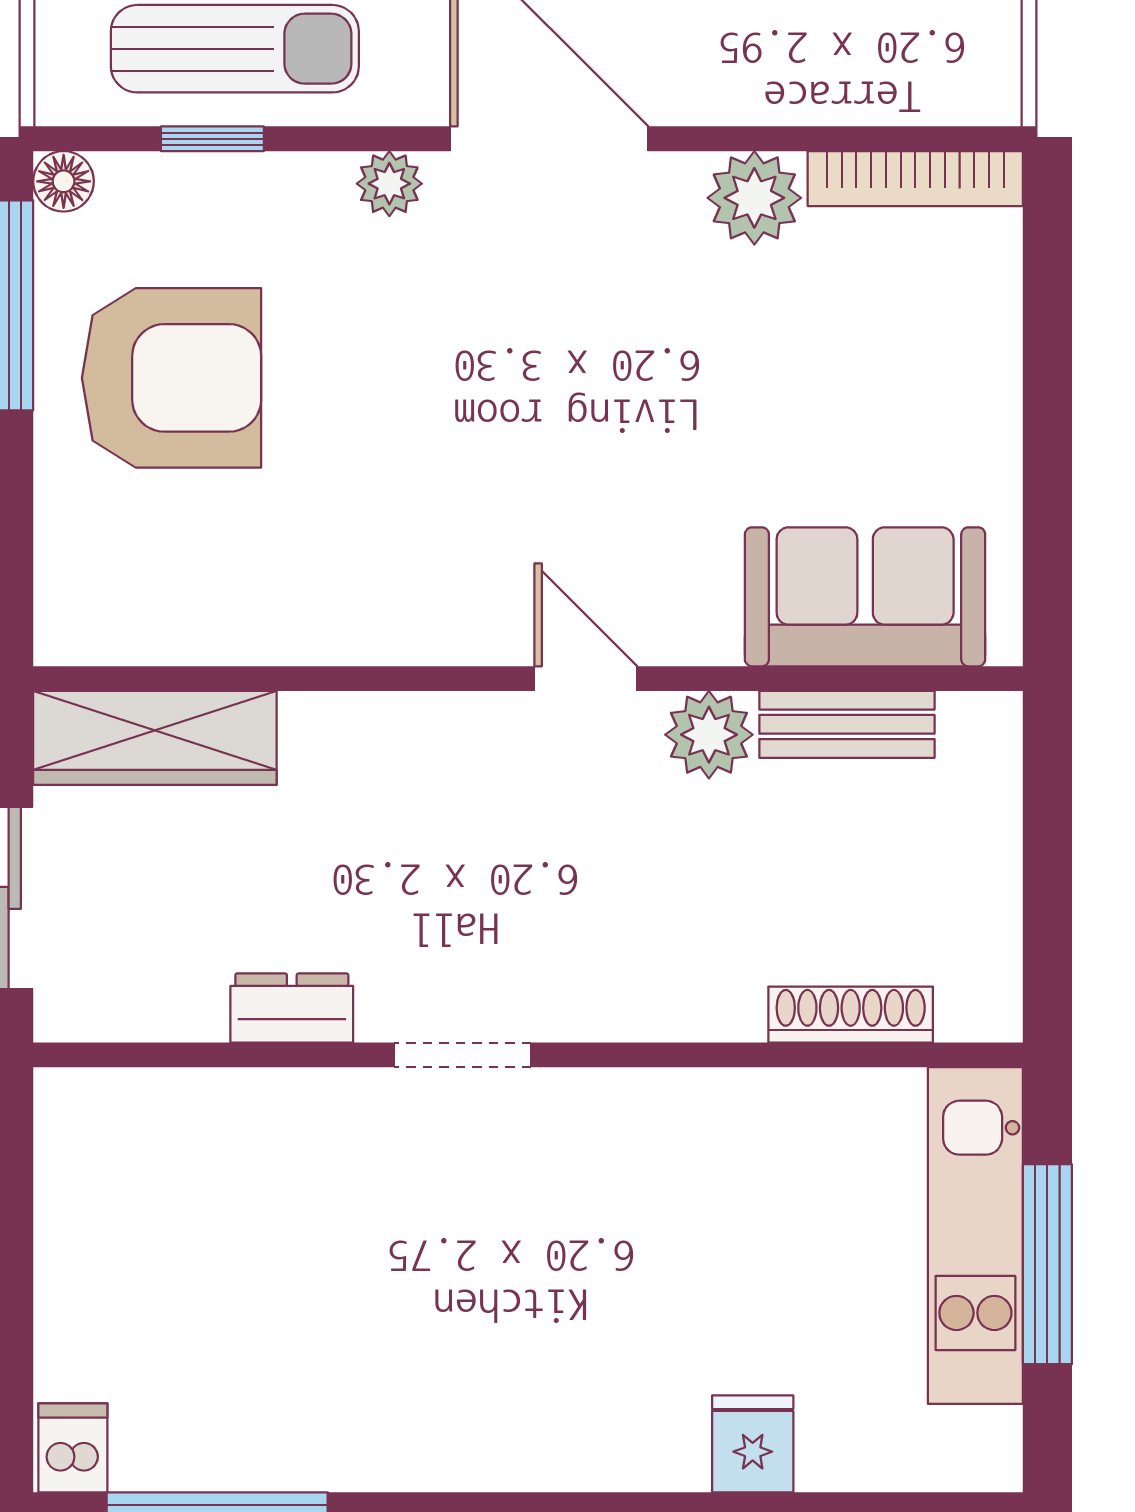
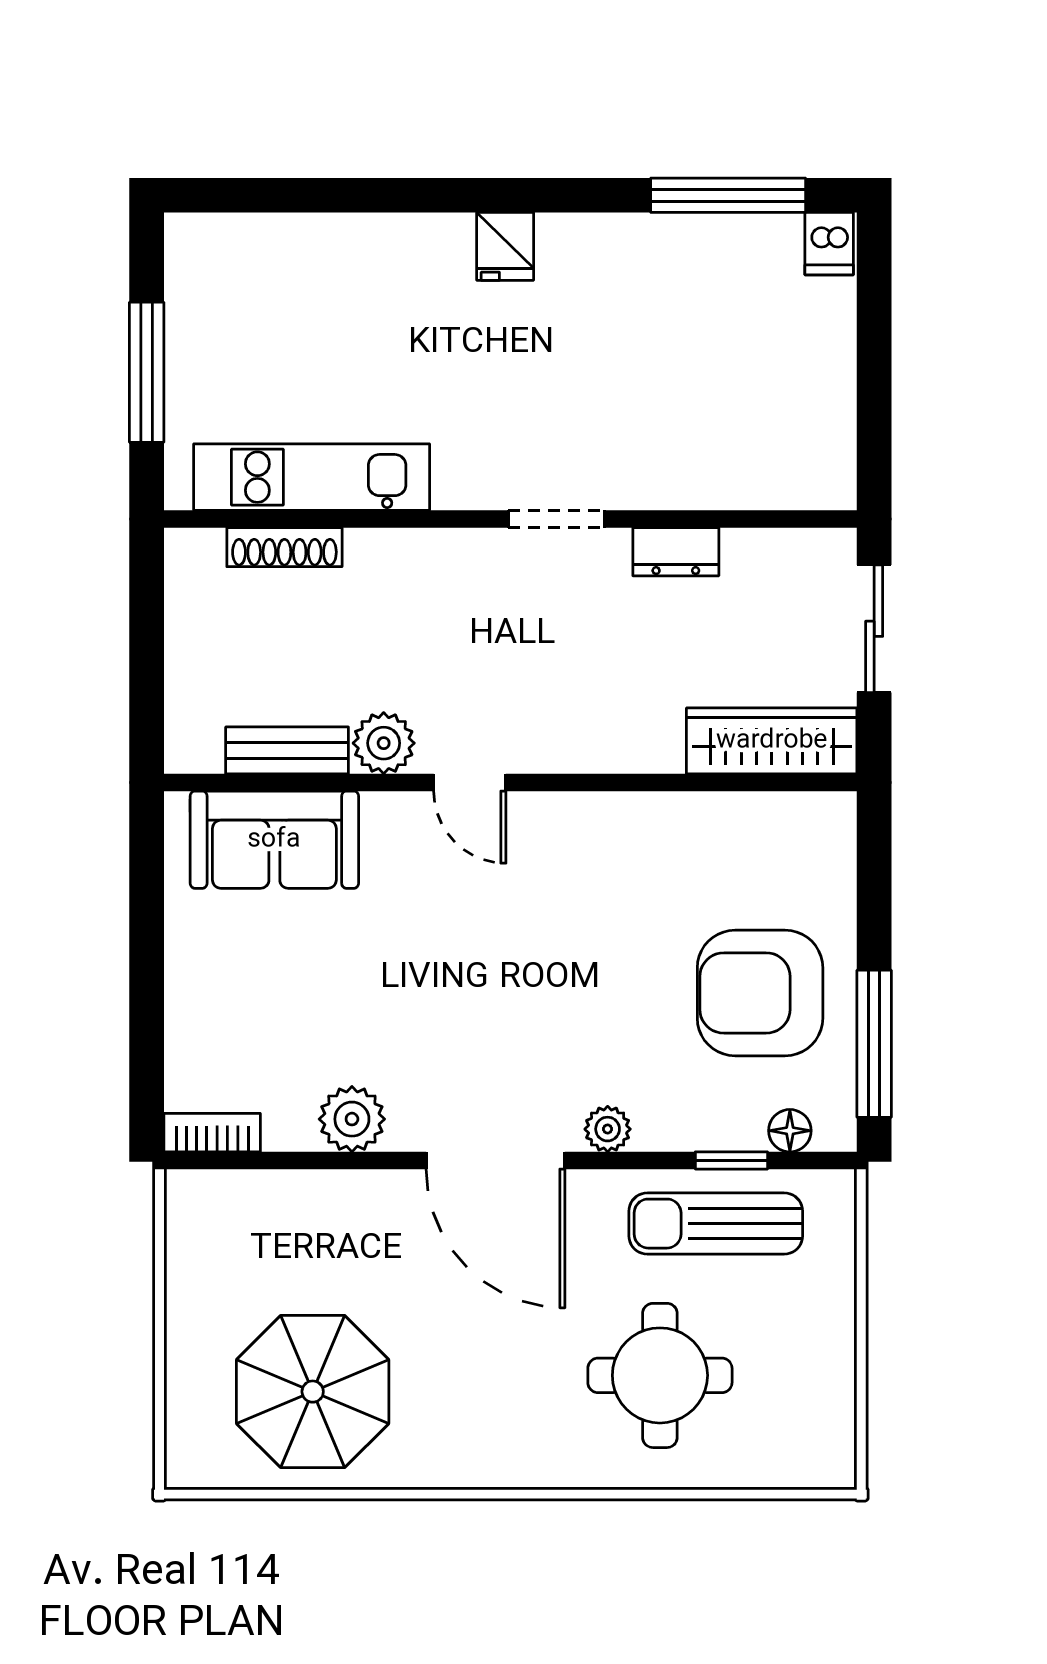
bookcase: (915, 179) -> (212, 1133), width x0.64
floor lamp: (64, 181) -> (790, 1131), moved
kitchen unit: (975, 1235) -> (312, 477), moved, turned -90
fridge: (753, 1444) -> (505, 246), moved

